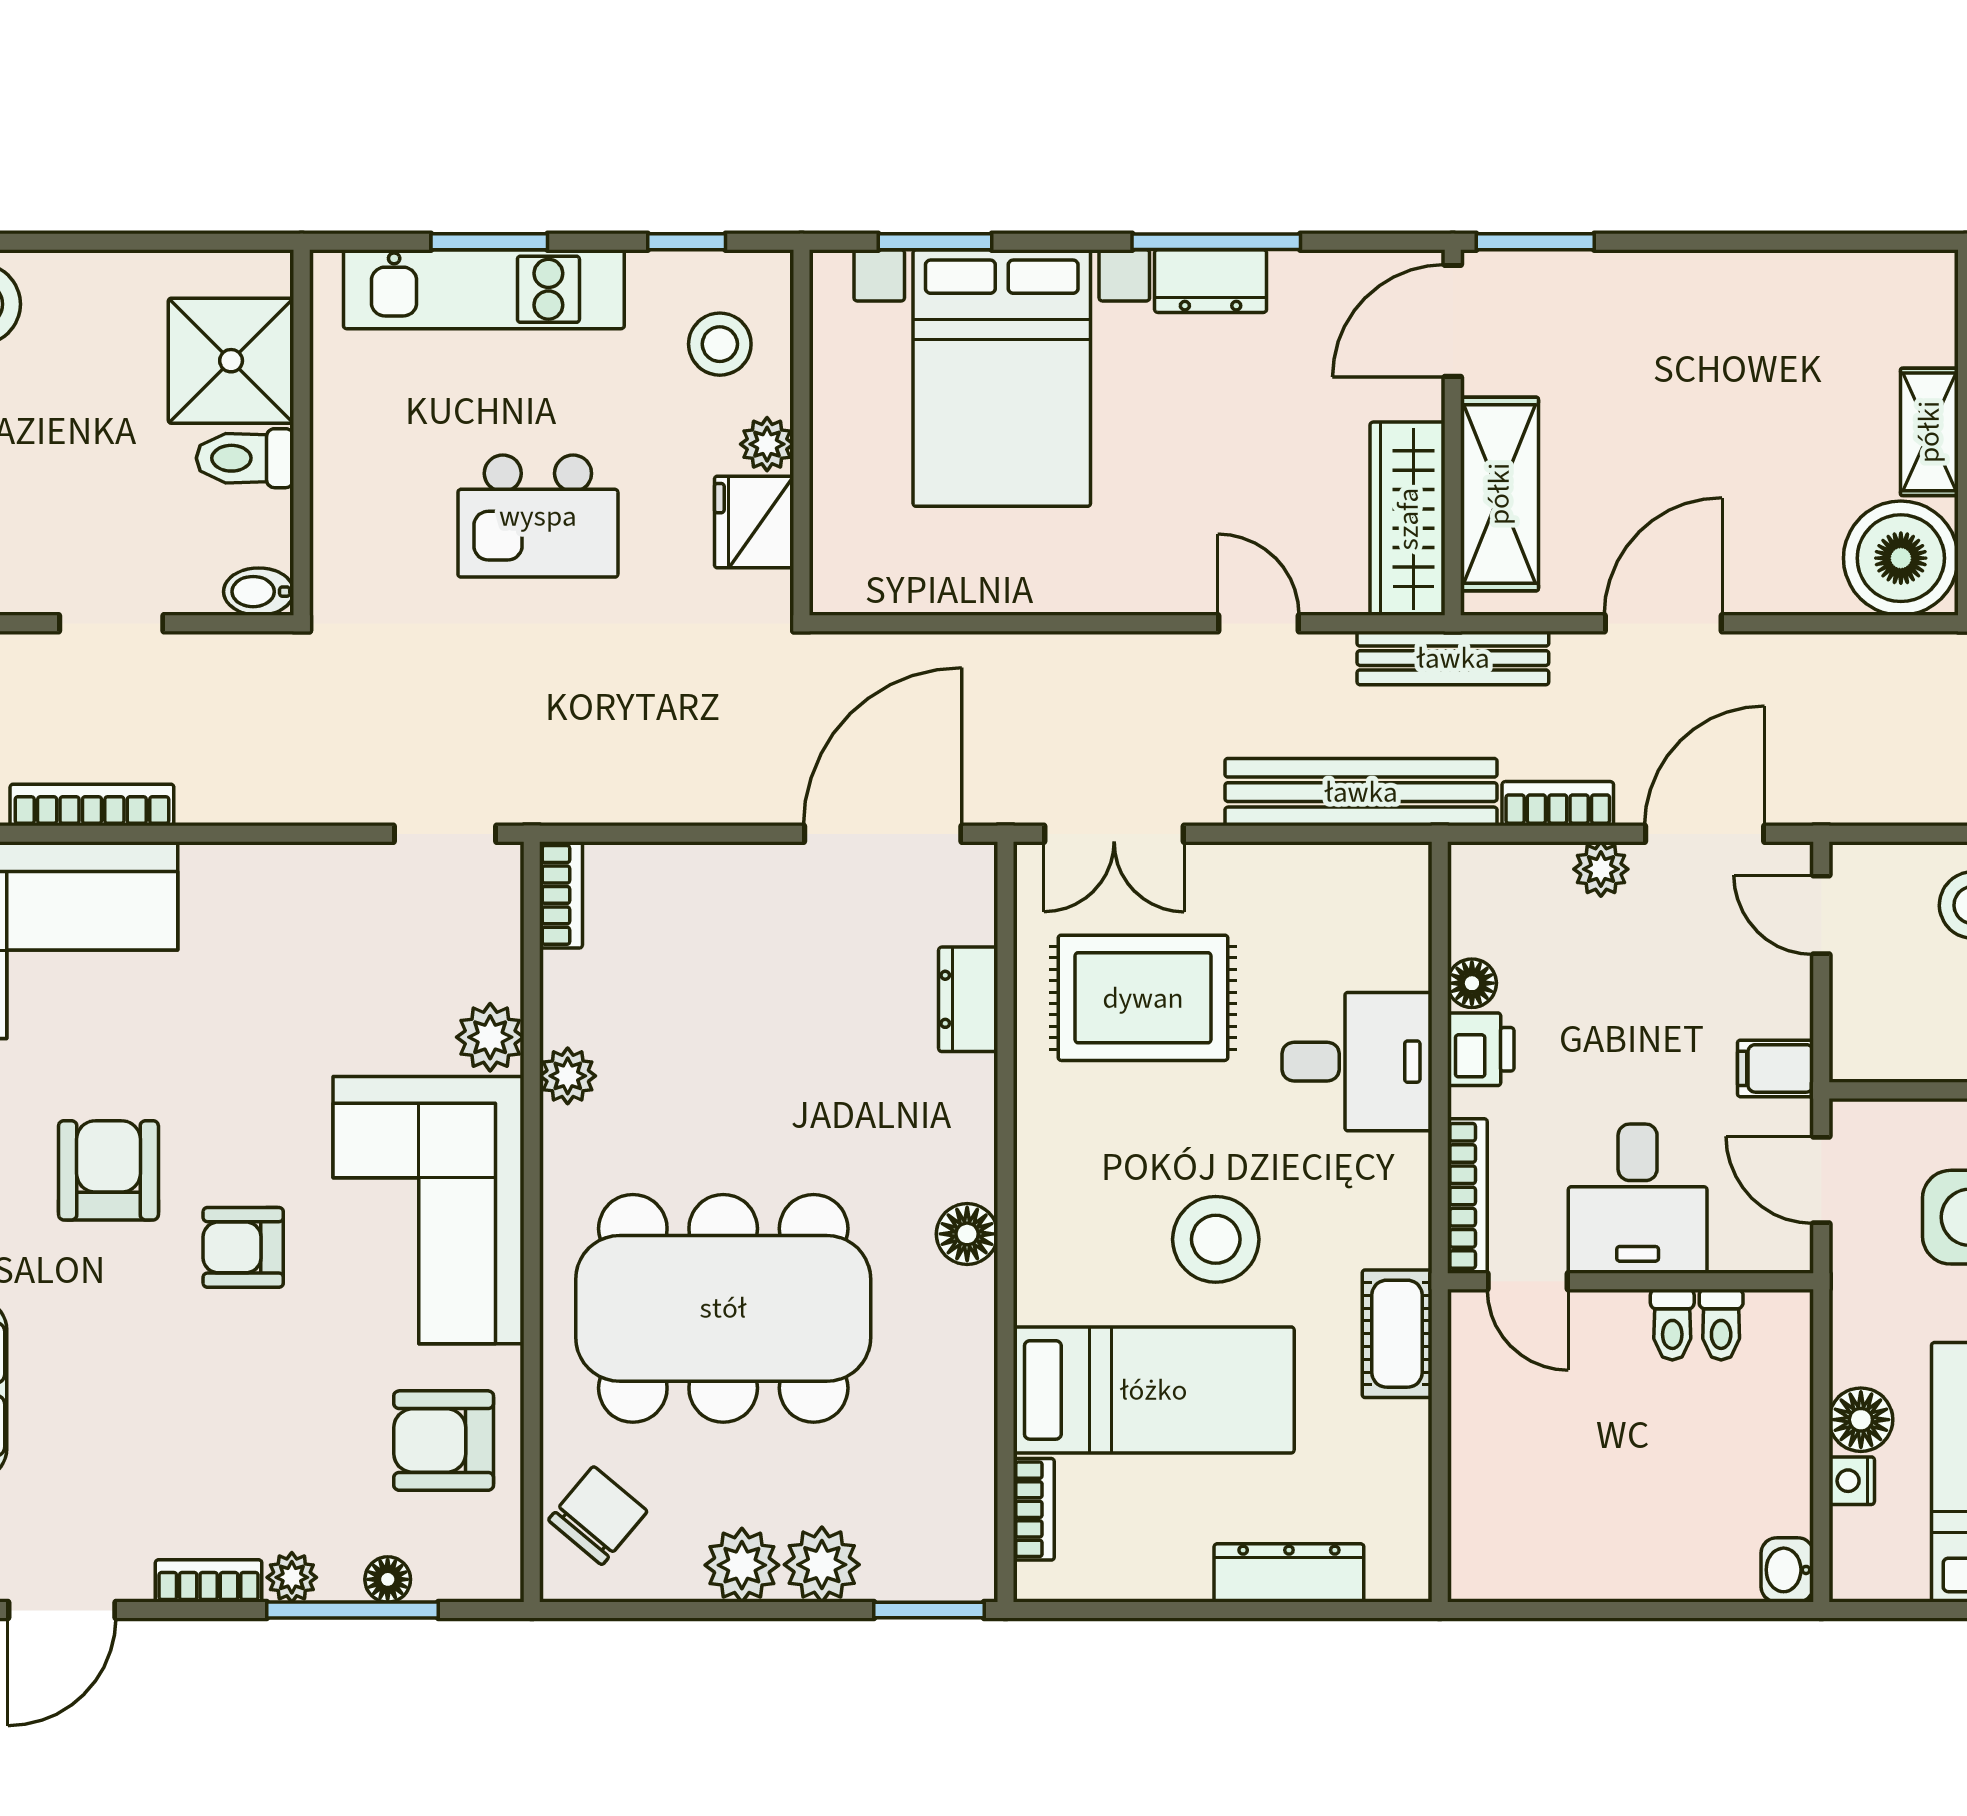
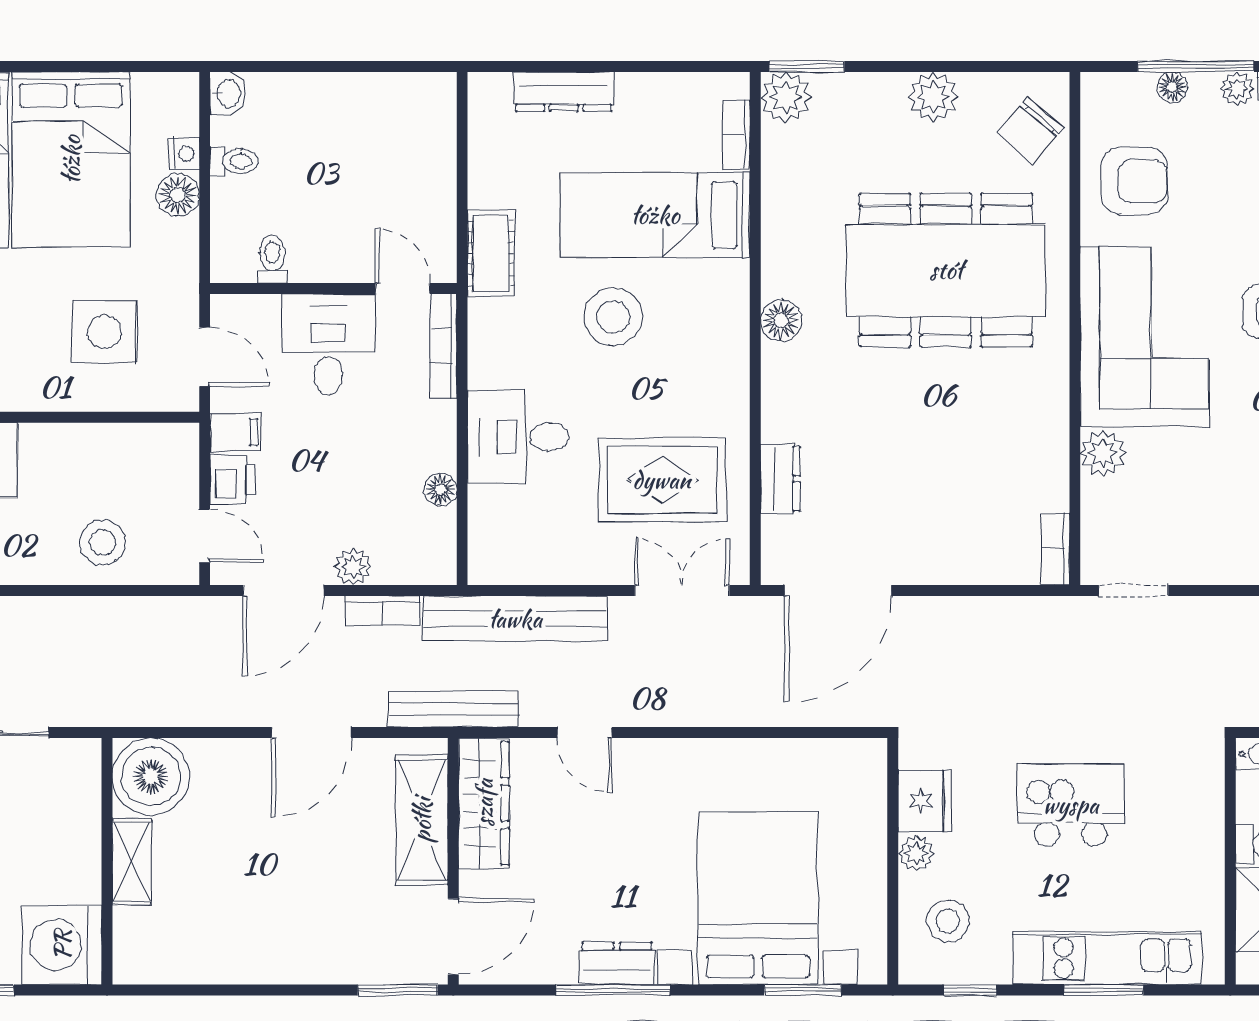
printer: (1481, 1049) -> (232, 479), moved, turned 180
plant: (568, 1076) -> (1051, 427), removed
toilet: (1672, 1325) -> (234, 161), moved, turned 90
plant: (822, 1565) -> (786, 97), moved

